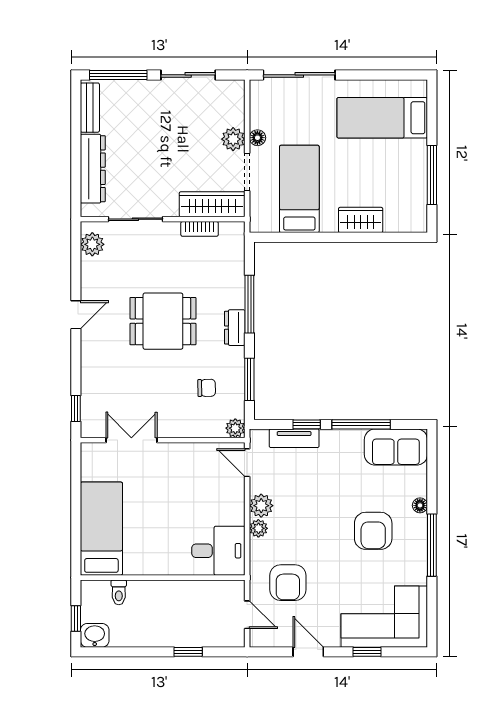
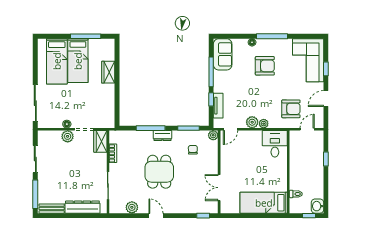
bed: (299, 189) -> (78, 61), moved, turned -90
wardrobe: (212, 204) -> (100, 141), width x0.67
plant: (92, 244) -> (132, 207), moved

